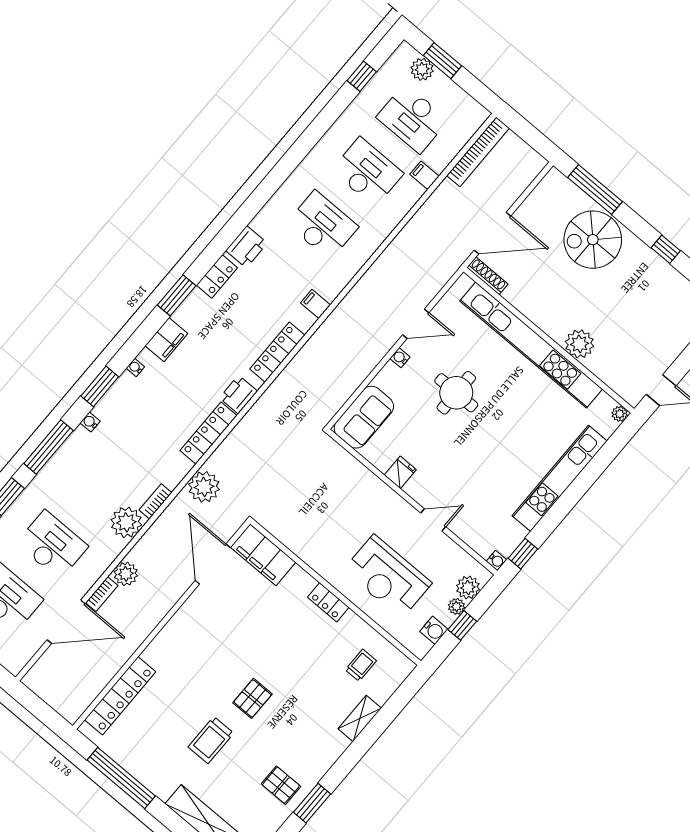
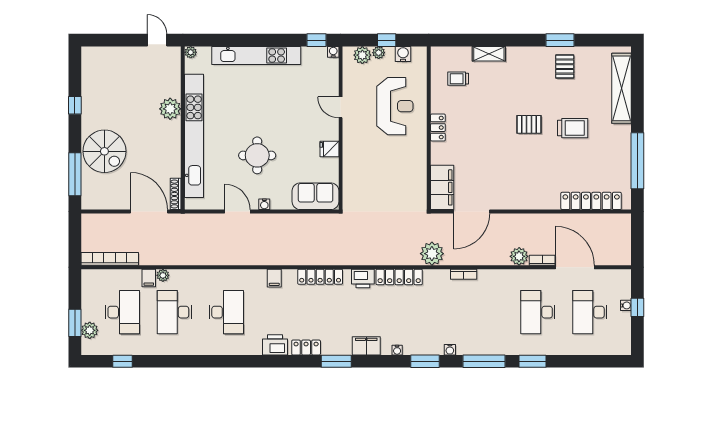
desk: (322, 225) -> (226, 312), turned 180
plant: (126, 522) -> (163, 275), moved, width x0.53, depth x0.53

